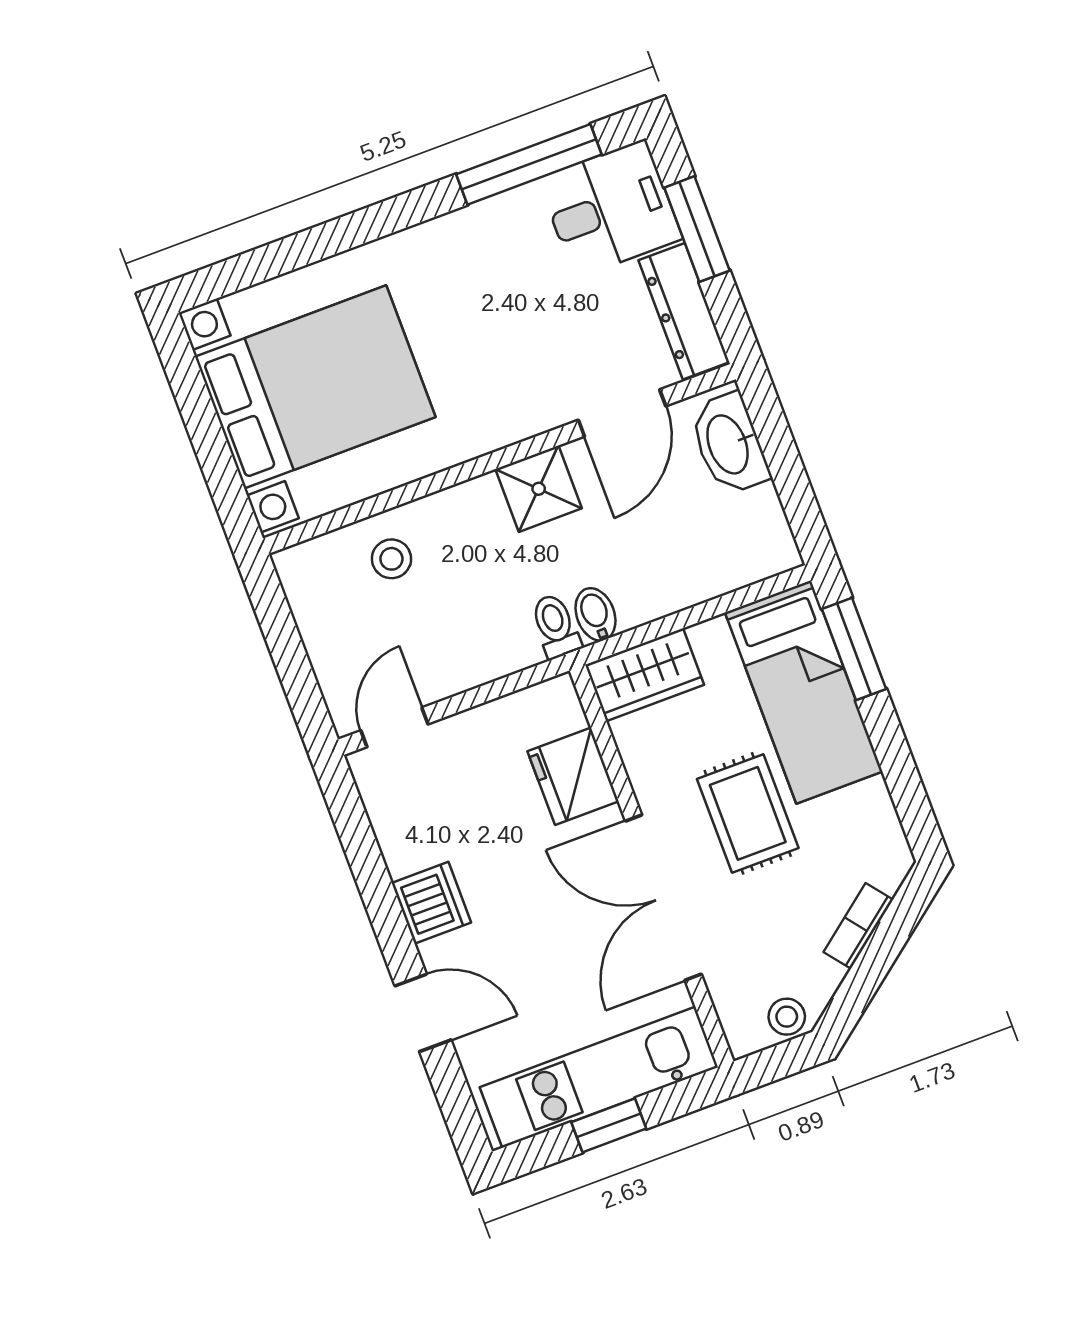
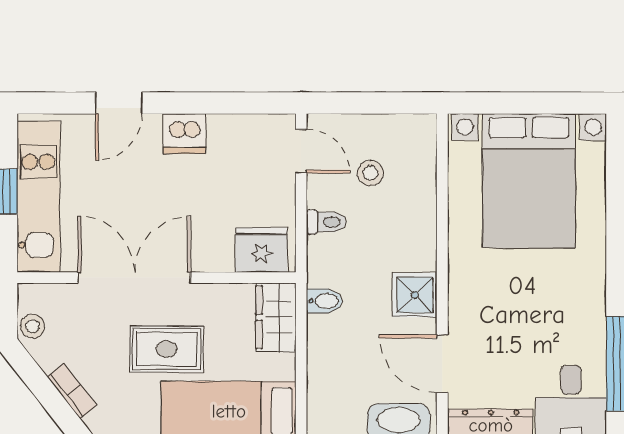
stool: (391, 559) -> (370, 173), moved
toilet: (556, 626) -> (326, 222), moved
fridge: (573, 776) -> (261, 250), moved

